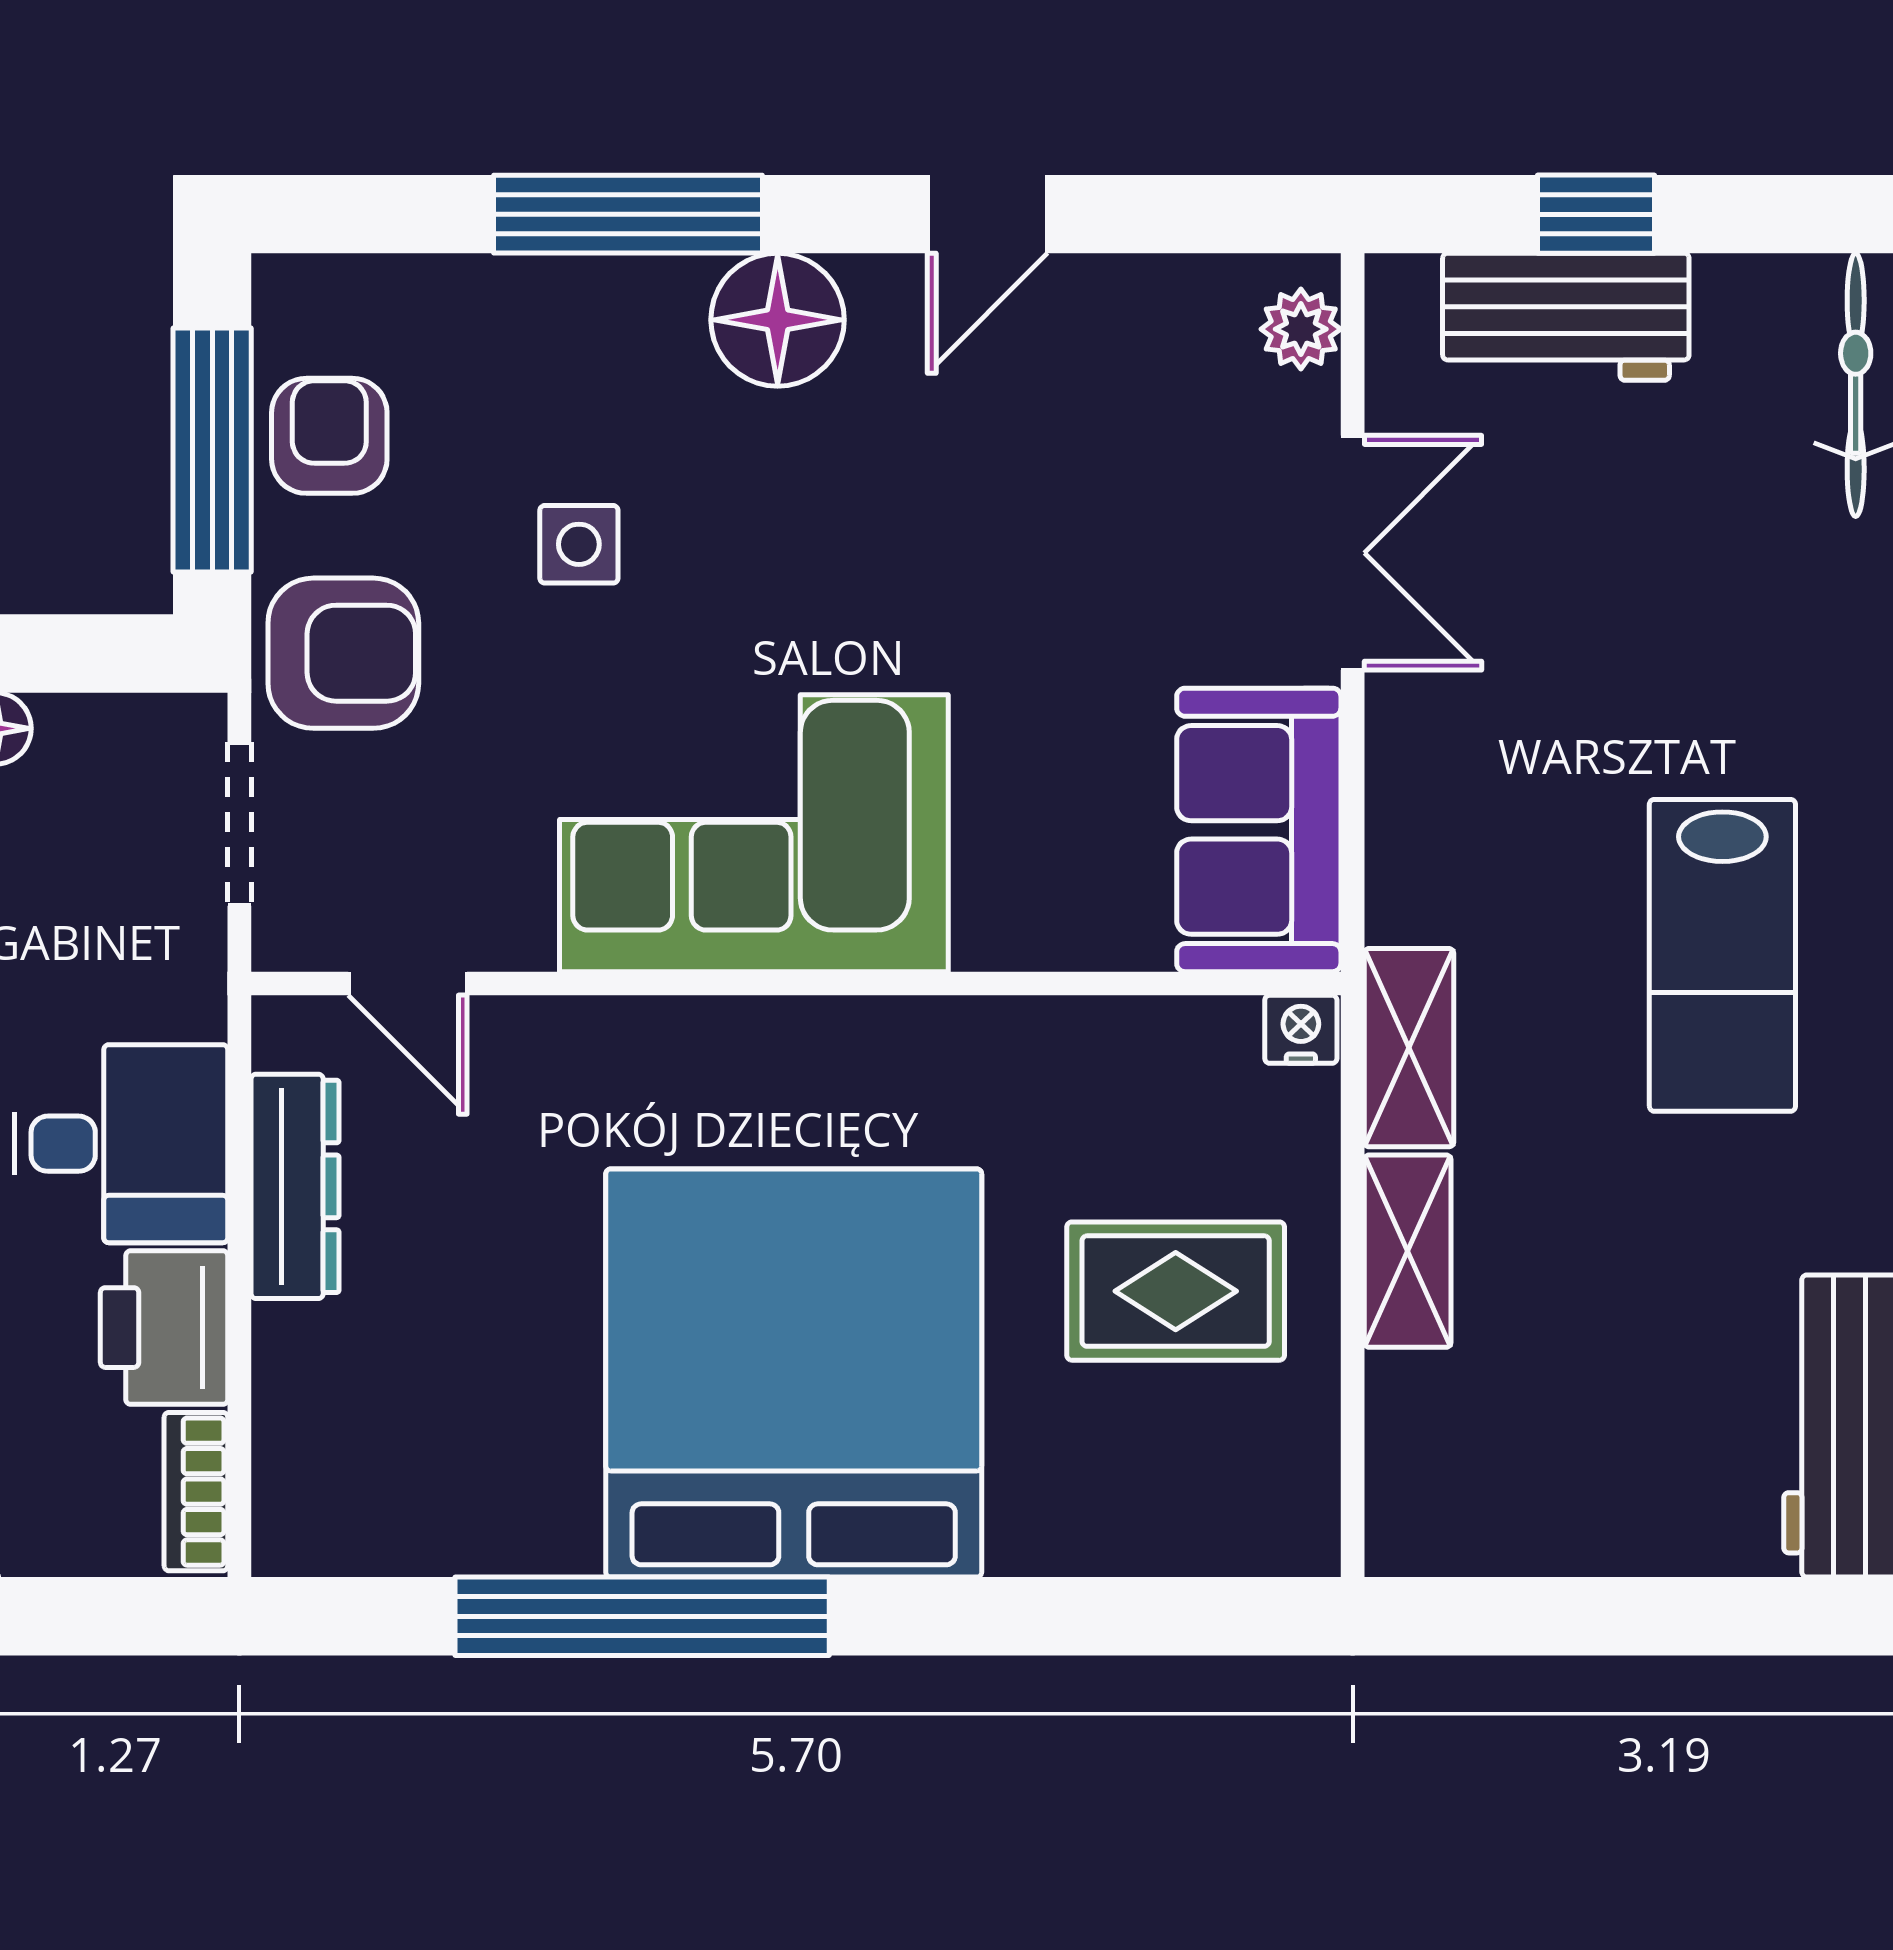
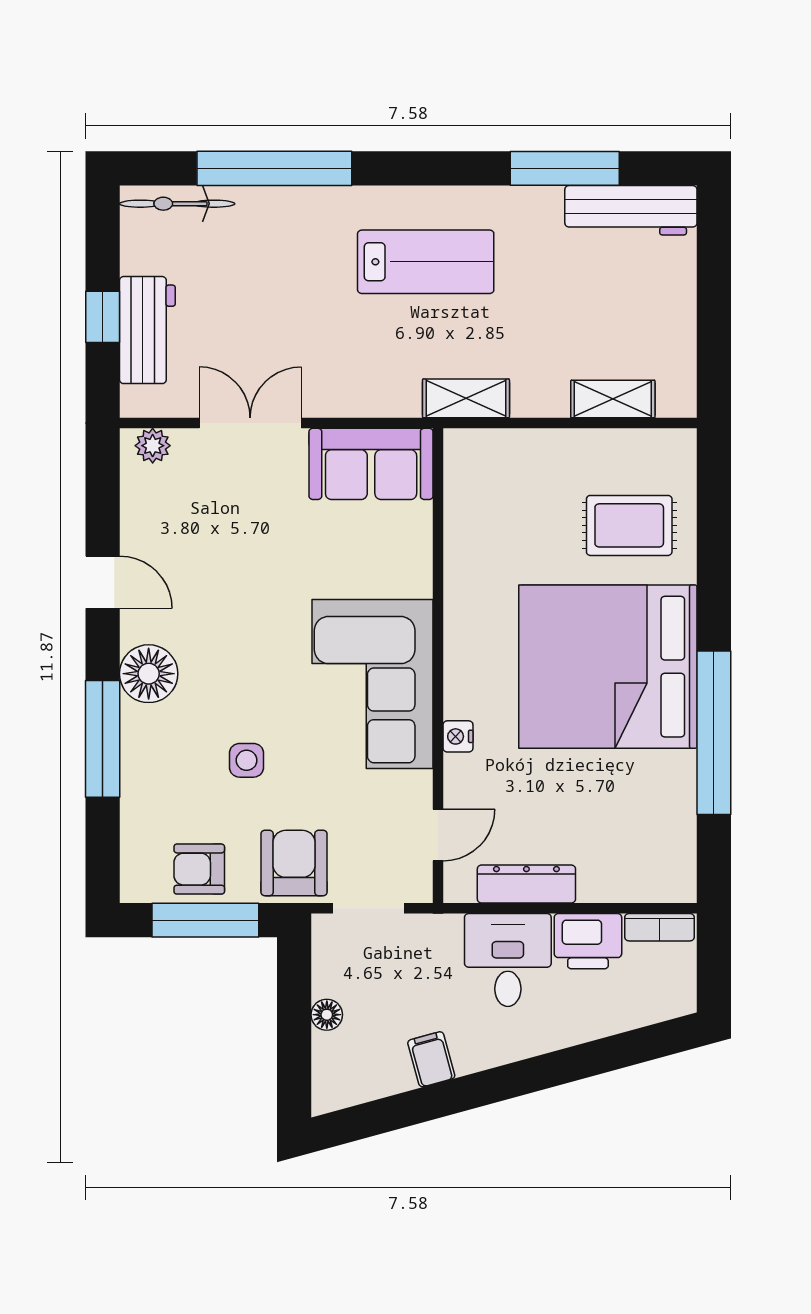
nightstand: (1301, 1029) -> (458, 736), moved
shelving: (1408, 1251) -> (613, 399), moved
rug: (1176, 1291) -> (629, 525), moved, turned 90

